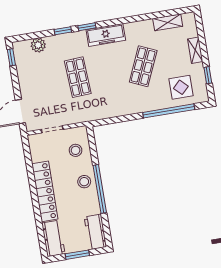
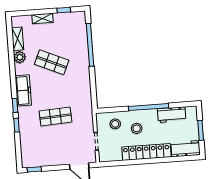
plant: (38, 45) -> (20, 57), moved
display table: (181, 87) -> (72, 33), removed
stool: (84, 182) -> (137, 128), moved
workbench: (95, 232) -> (172, 115), moved

